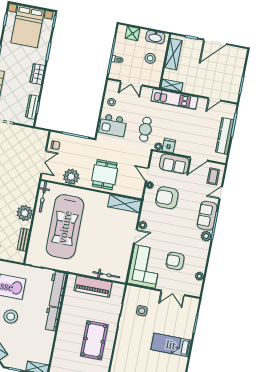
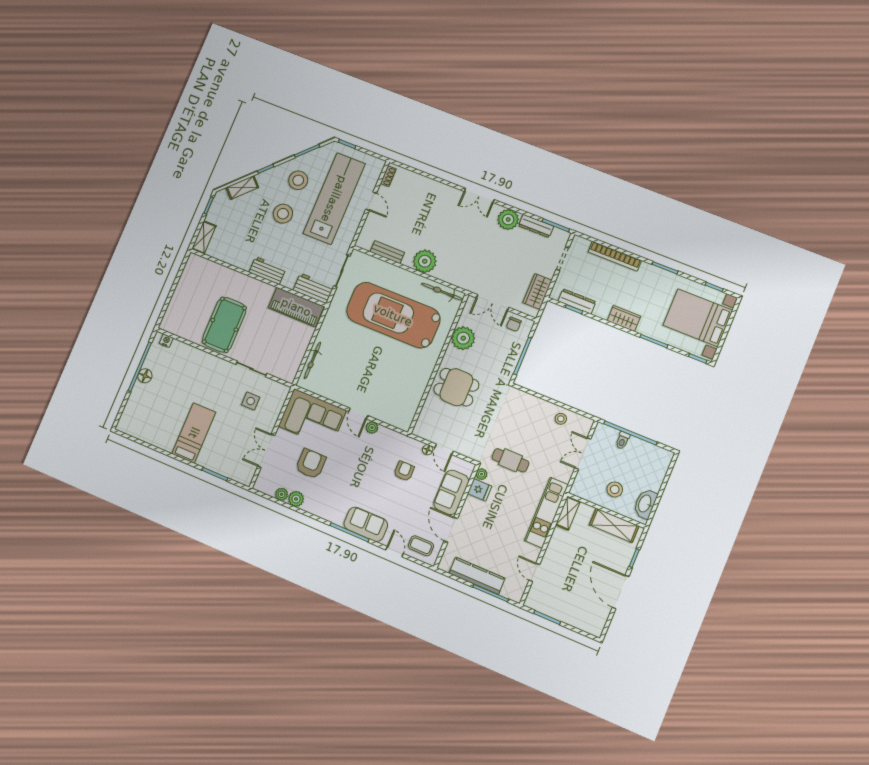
shower: (132, 33) -> (657, 471), removed
kitchen island: (113, 125) -> (526, 414), removed
wardrobe: (31, 134) -> (537, 291), added
door: (147, 174) -> (444, 449), swing flipped
armchair: (167, 198) -> (404, 471), width x0.53, depth x0.53
shelving: (124, 204) -> (408, 407), removed
plant: (206, 236) -> (296, 499), moved
piano: (93, 286) -> (296, 307), moved, turned -90
workbench: (57, 289) -> (313, 288), width x0.73
pool table: (94, 340) -> (224, 325), turned 90

